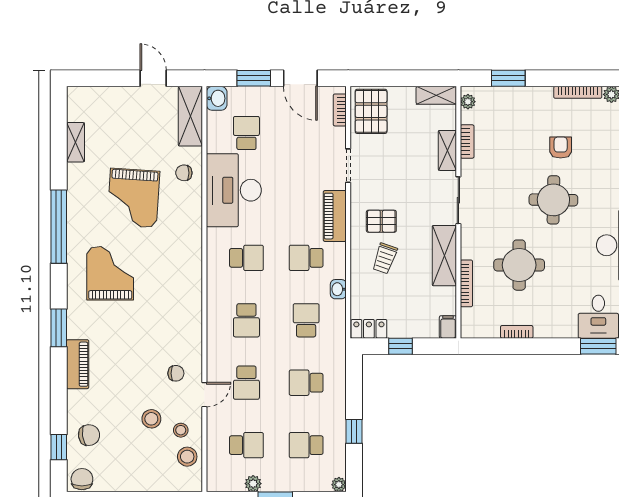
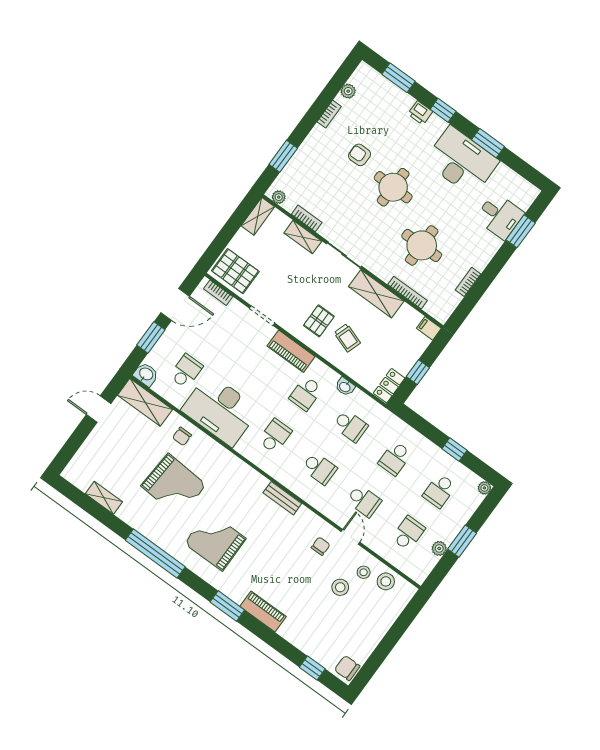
bookcase: (578, 92) -> (329, 114), width x0.64
school desk: (246, 133) -> (186, 371), turned 90
bench: (194, 306) -> (282, 498), added
school desk: (306, 320) -> (350, 426), turned 180
chair: (89, 435) -> (319, 640), removed

